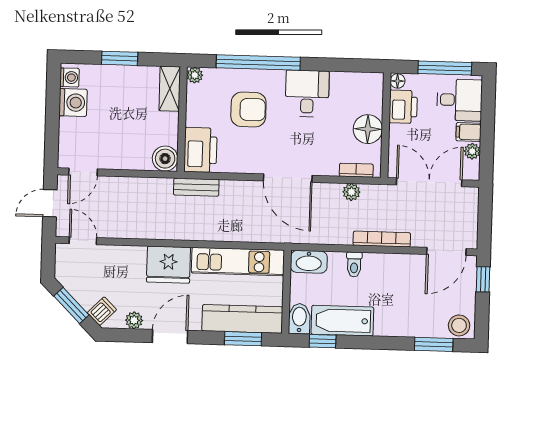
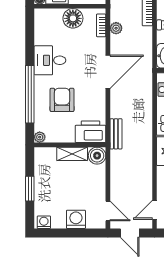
shelving: (170, 89) -> (72, 154), moved
washing machine: (73, 103) -> (76, 219), moved

